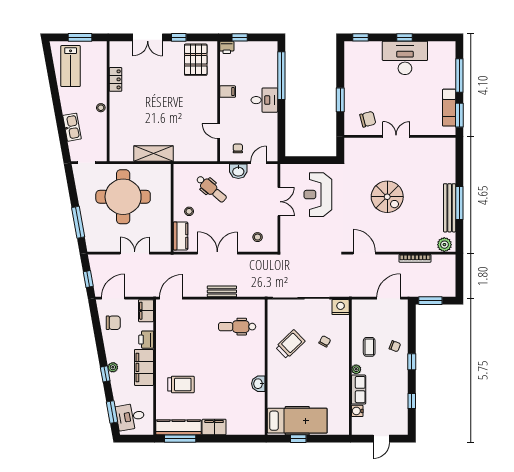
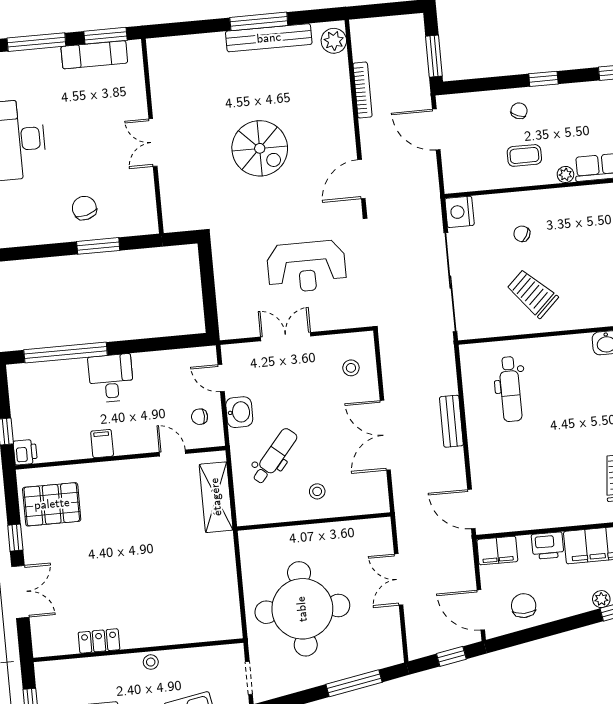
chair: (368, 119) -> (84, 208), moved
door: (219, 131) -> (172, 453), swing flipped
shelving: (154, 154) -> (216, 497), moved
reception desk: (318, 195) -> (307, 267), moved
spiral stairs: (387, 197) -> (260, 148), turned 90
kitchen counter: (180, 236) -> (362, 502), removed

